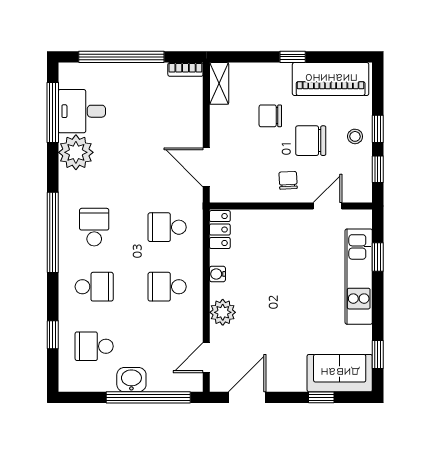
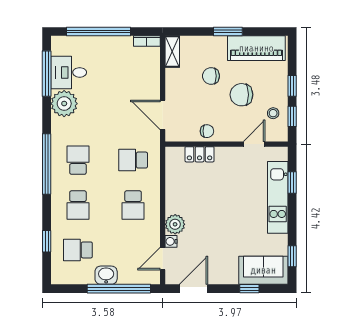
window: (293, 57) -> (228, 31), width x1.50
stool: (355, 136) -> (273, 113), moved
chair: (288, 180) -> (207, 131), moved, turned 93
locker: (220, 230) -> (200, 154), moved, turned 90
water cooler: (217, 274) -> (171, 241), moved
school desk: (94, 287) -> (78, 205), turned 90
school desk: (167, 287) -> (133, 205), turned -90

